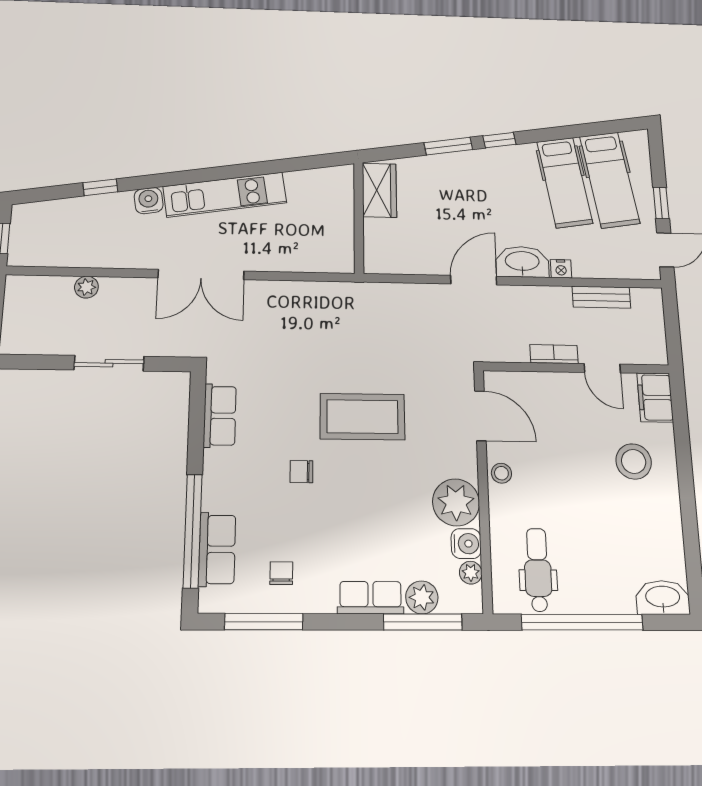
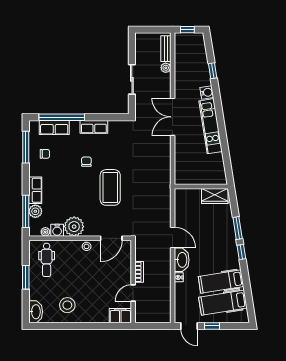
bench: (601, 297) -> (166, 49), moved
row of seats: (220, 416) -> (94, 127), moved
stool: (634, 461) -> (67, 305), moved
dental chair: (538, 570) -> (47, 260), turned 90
window: (582, 622) -> (26, 277), width x0.47

